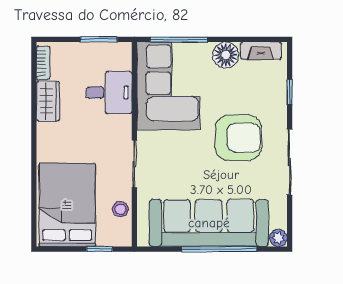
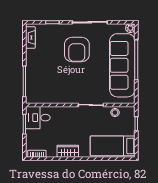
floor lamp: (226, 55) -> (33, 56), removed
corner sofa: (168, 86) -> (49, 87), removed
desk: (109, 93) -> (38, 118), moved, turned -90
wardrobe: (48, 101) -> (68, 151), moved
armchair: (238, 138) -> (77, 50), turned 180
bed: (67, 205) -> (113, 146), width x0.67

